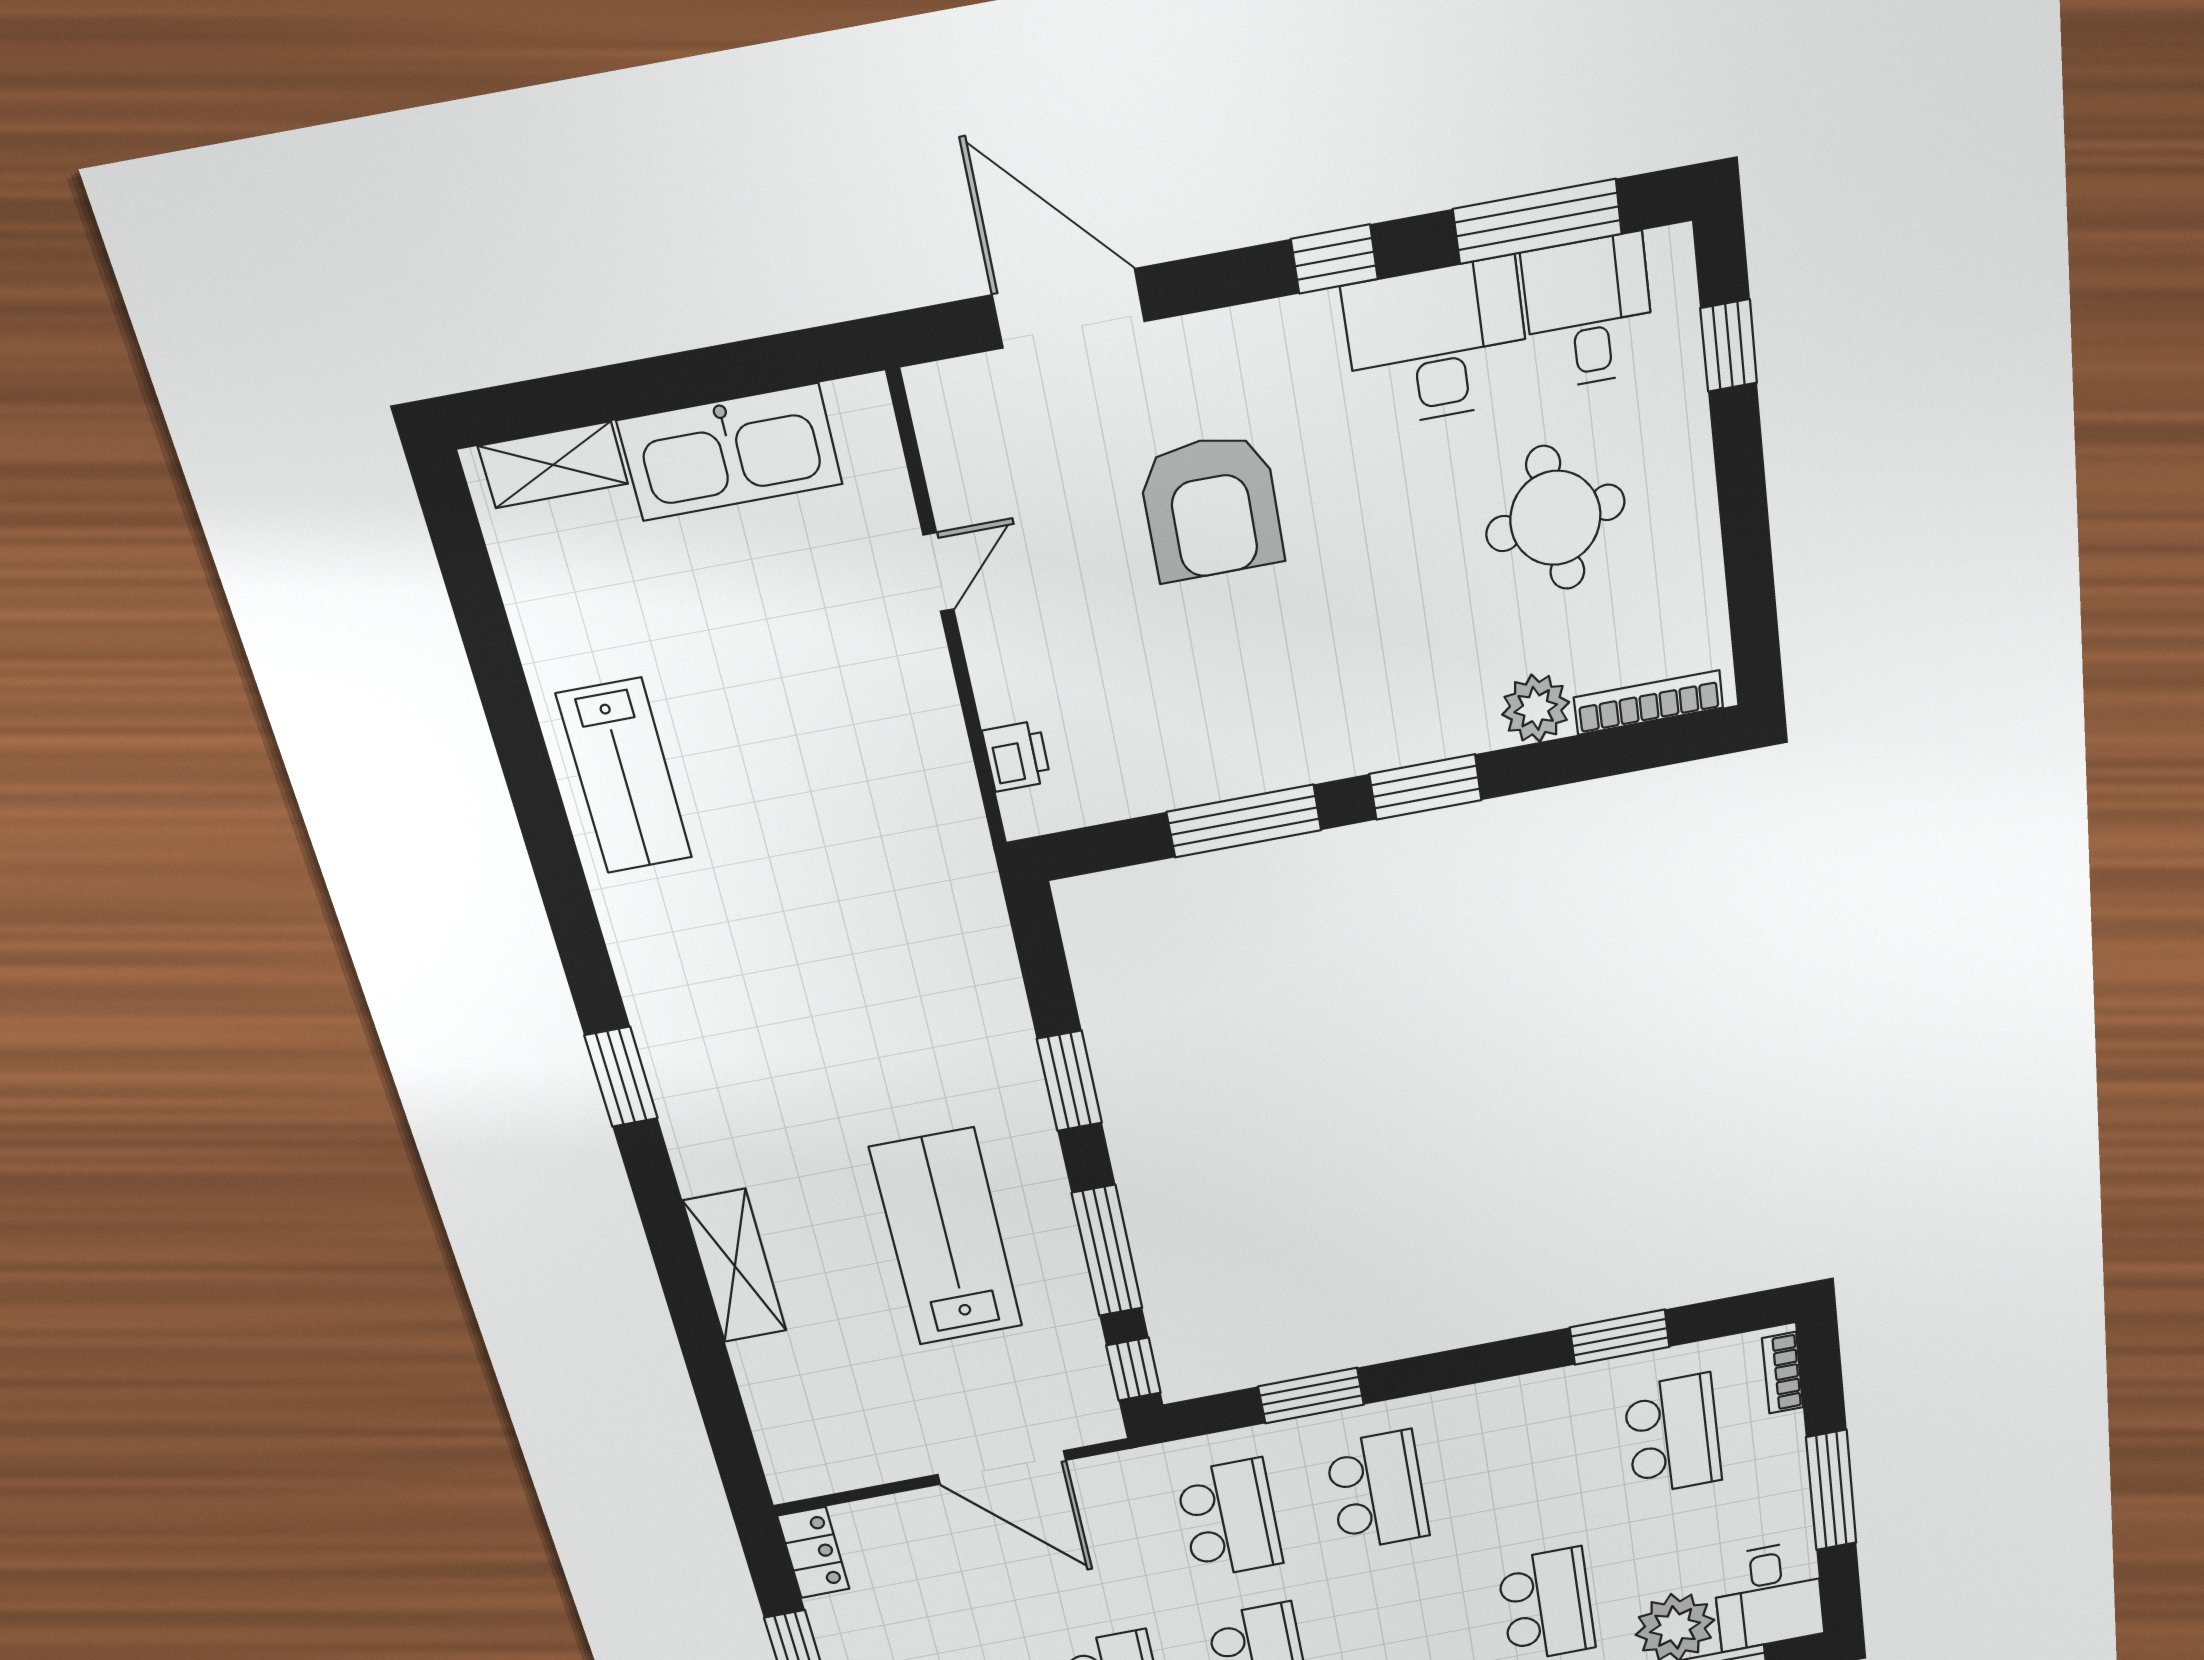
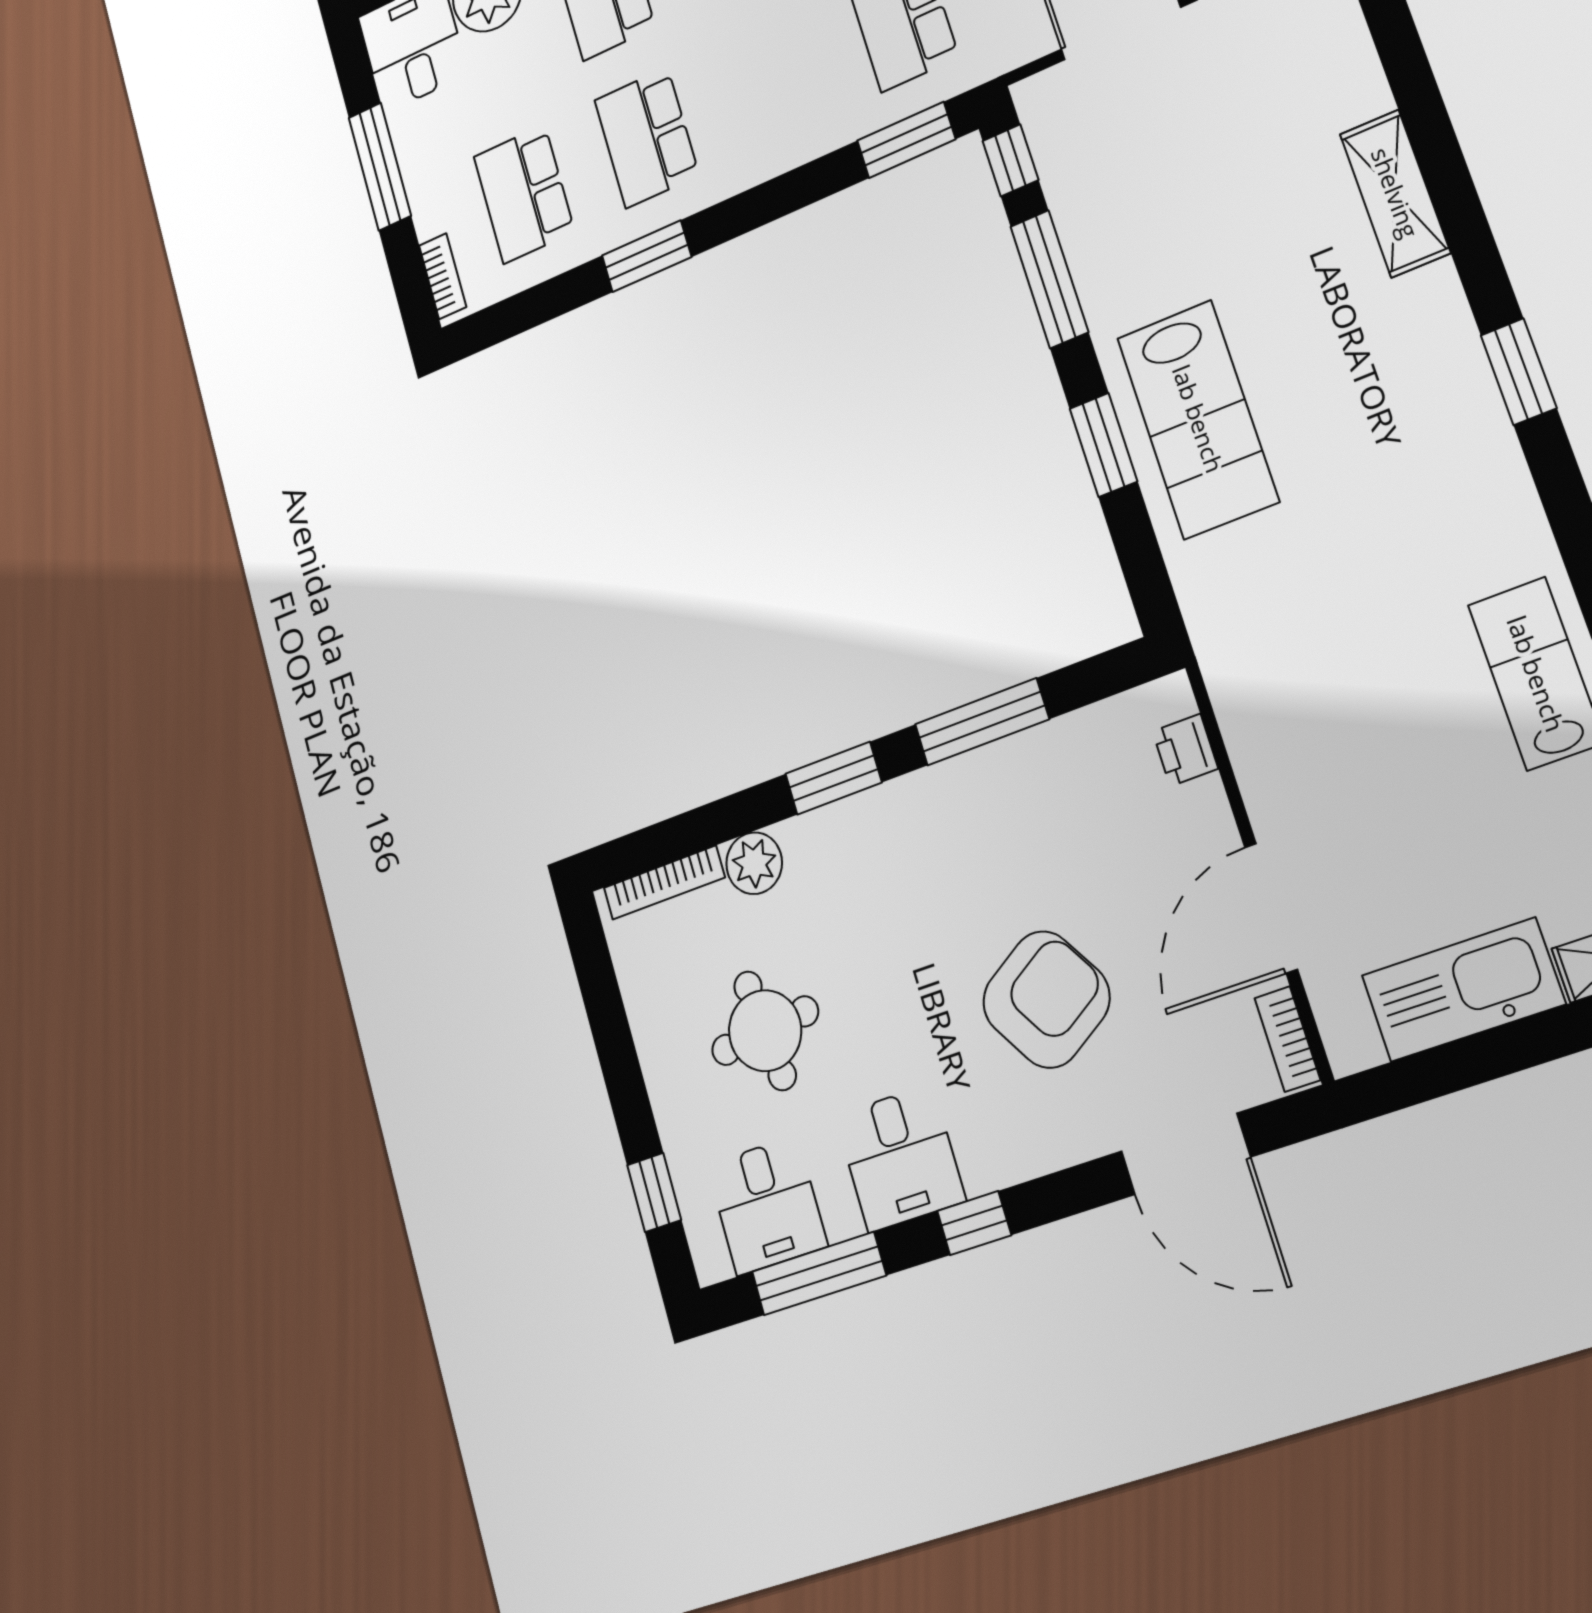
desk: (1437, 343) -> (900, 1158), width x0.73
bookcase: (935, 425) -> (1287, 1039), added
armchair: (1211, 507) -> (1046, 999), turned 58
door: (938, 572) -> (1271, 908), width x1.88
lab bench: (947, 1238) -> (1198, 419), moved
window: (1620, 1337) -> (647, 256), moved
window: (1311, 1396) -> (906, 140), moved
school desk: (1377, 1491) -> (647, 138), moved

